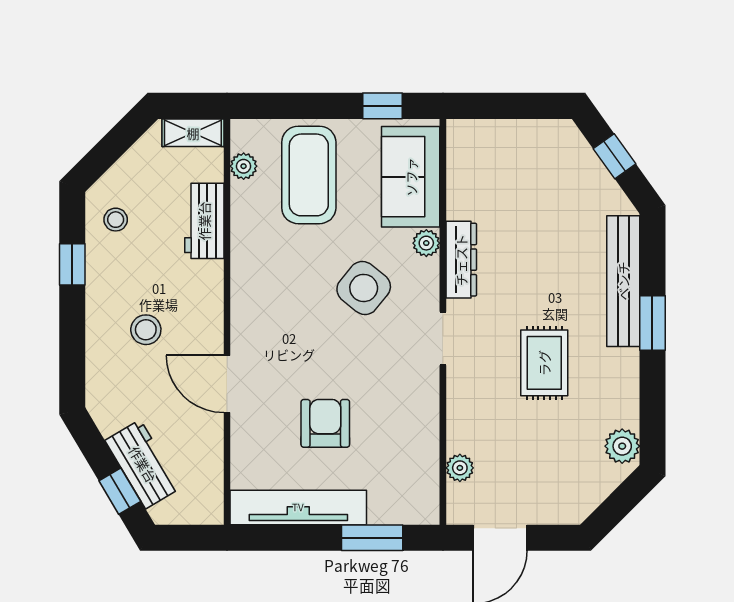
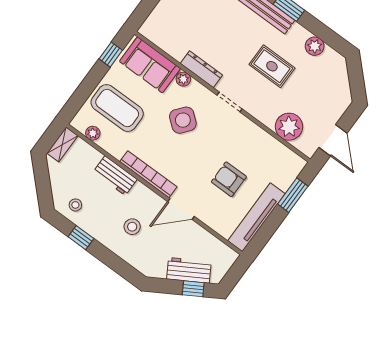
workbench: (204, 221) -> (115, 176), moved
bookcase: (243, 296) -> (148, 174), added
plant: (622, 446) -> (315, 46), moved
plant: (460, 468) -> (289, 127), width x1.88, depth x1.88

